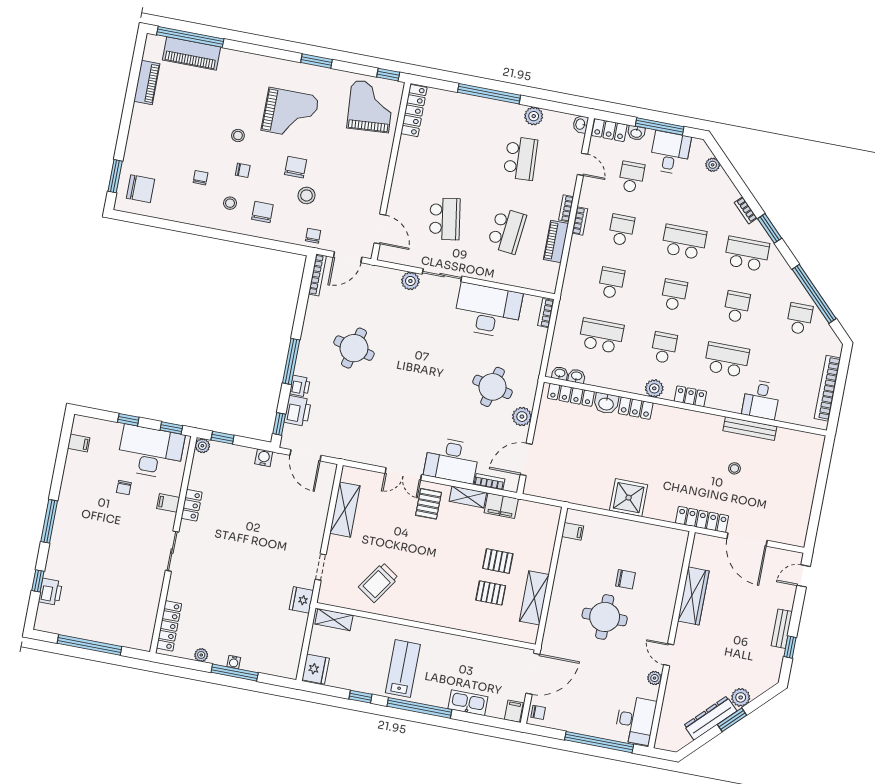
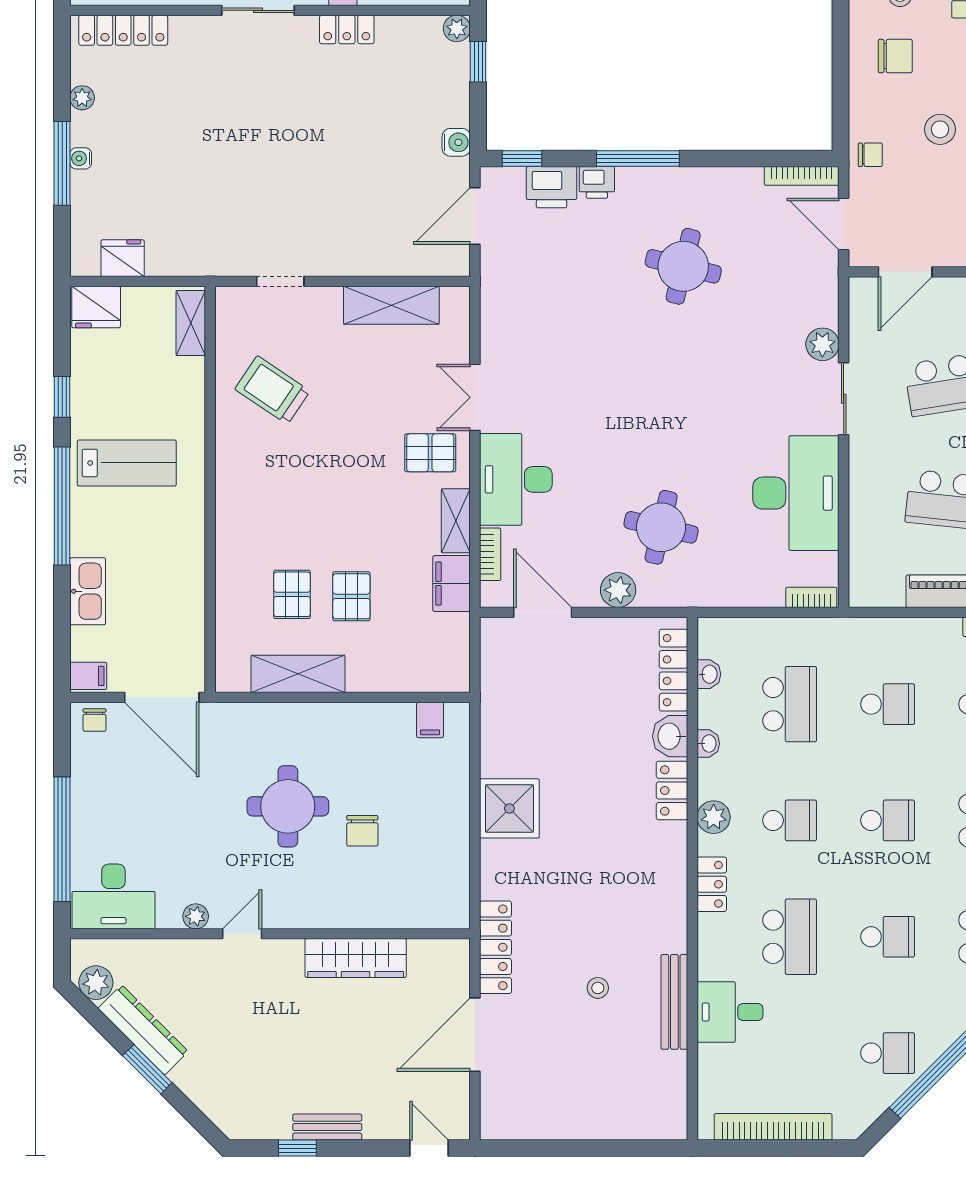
washbasin: (560, 373) -> (708, 743), moved
fridge: (301, 600) -> (123, 258), moved
plant: (741, 697) -> (96, 983), moved

